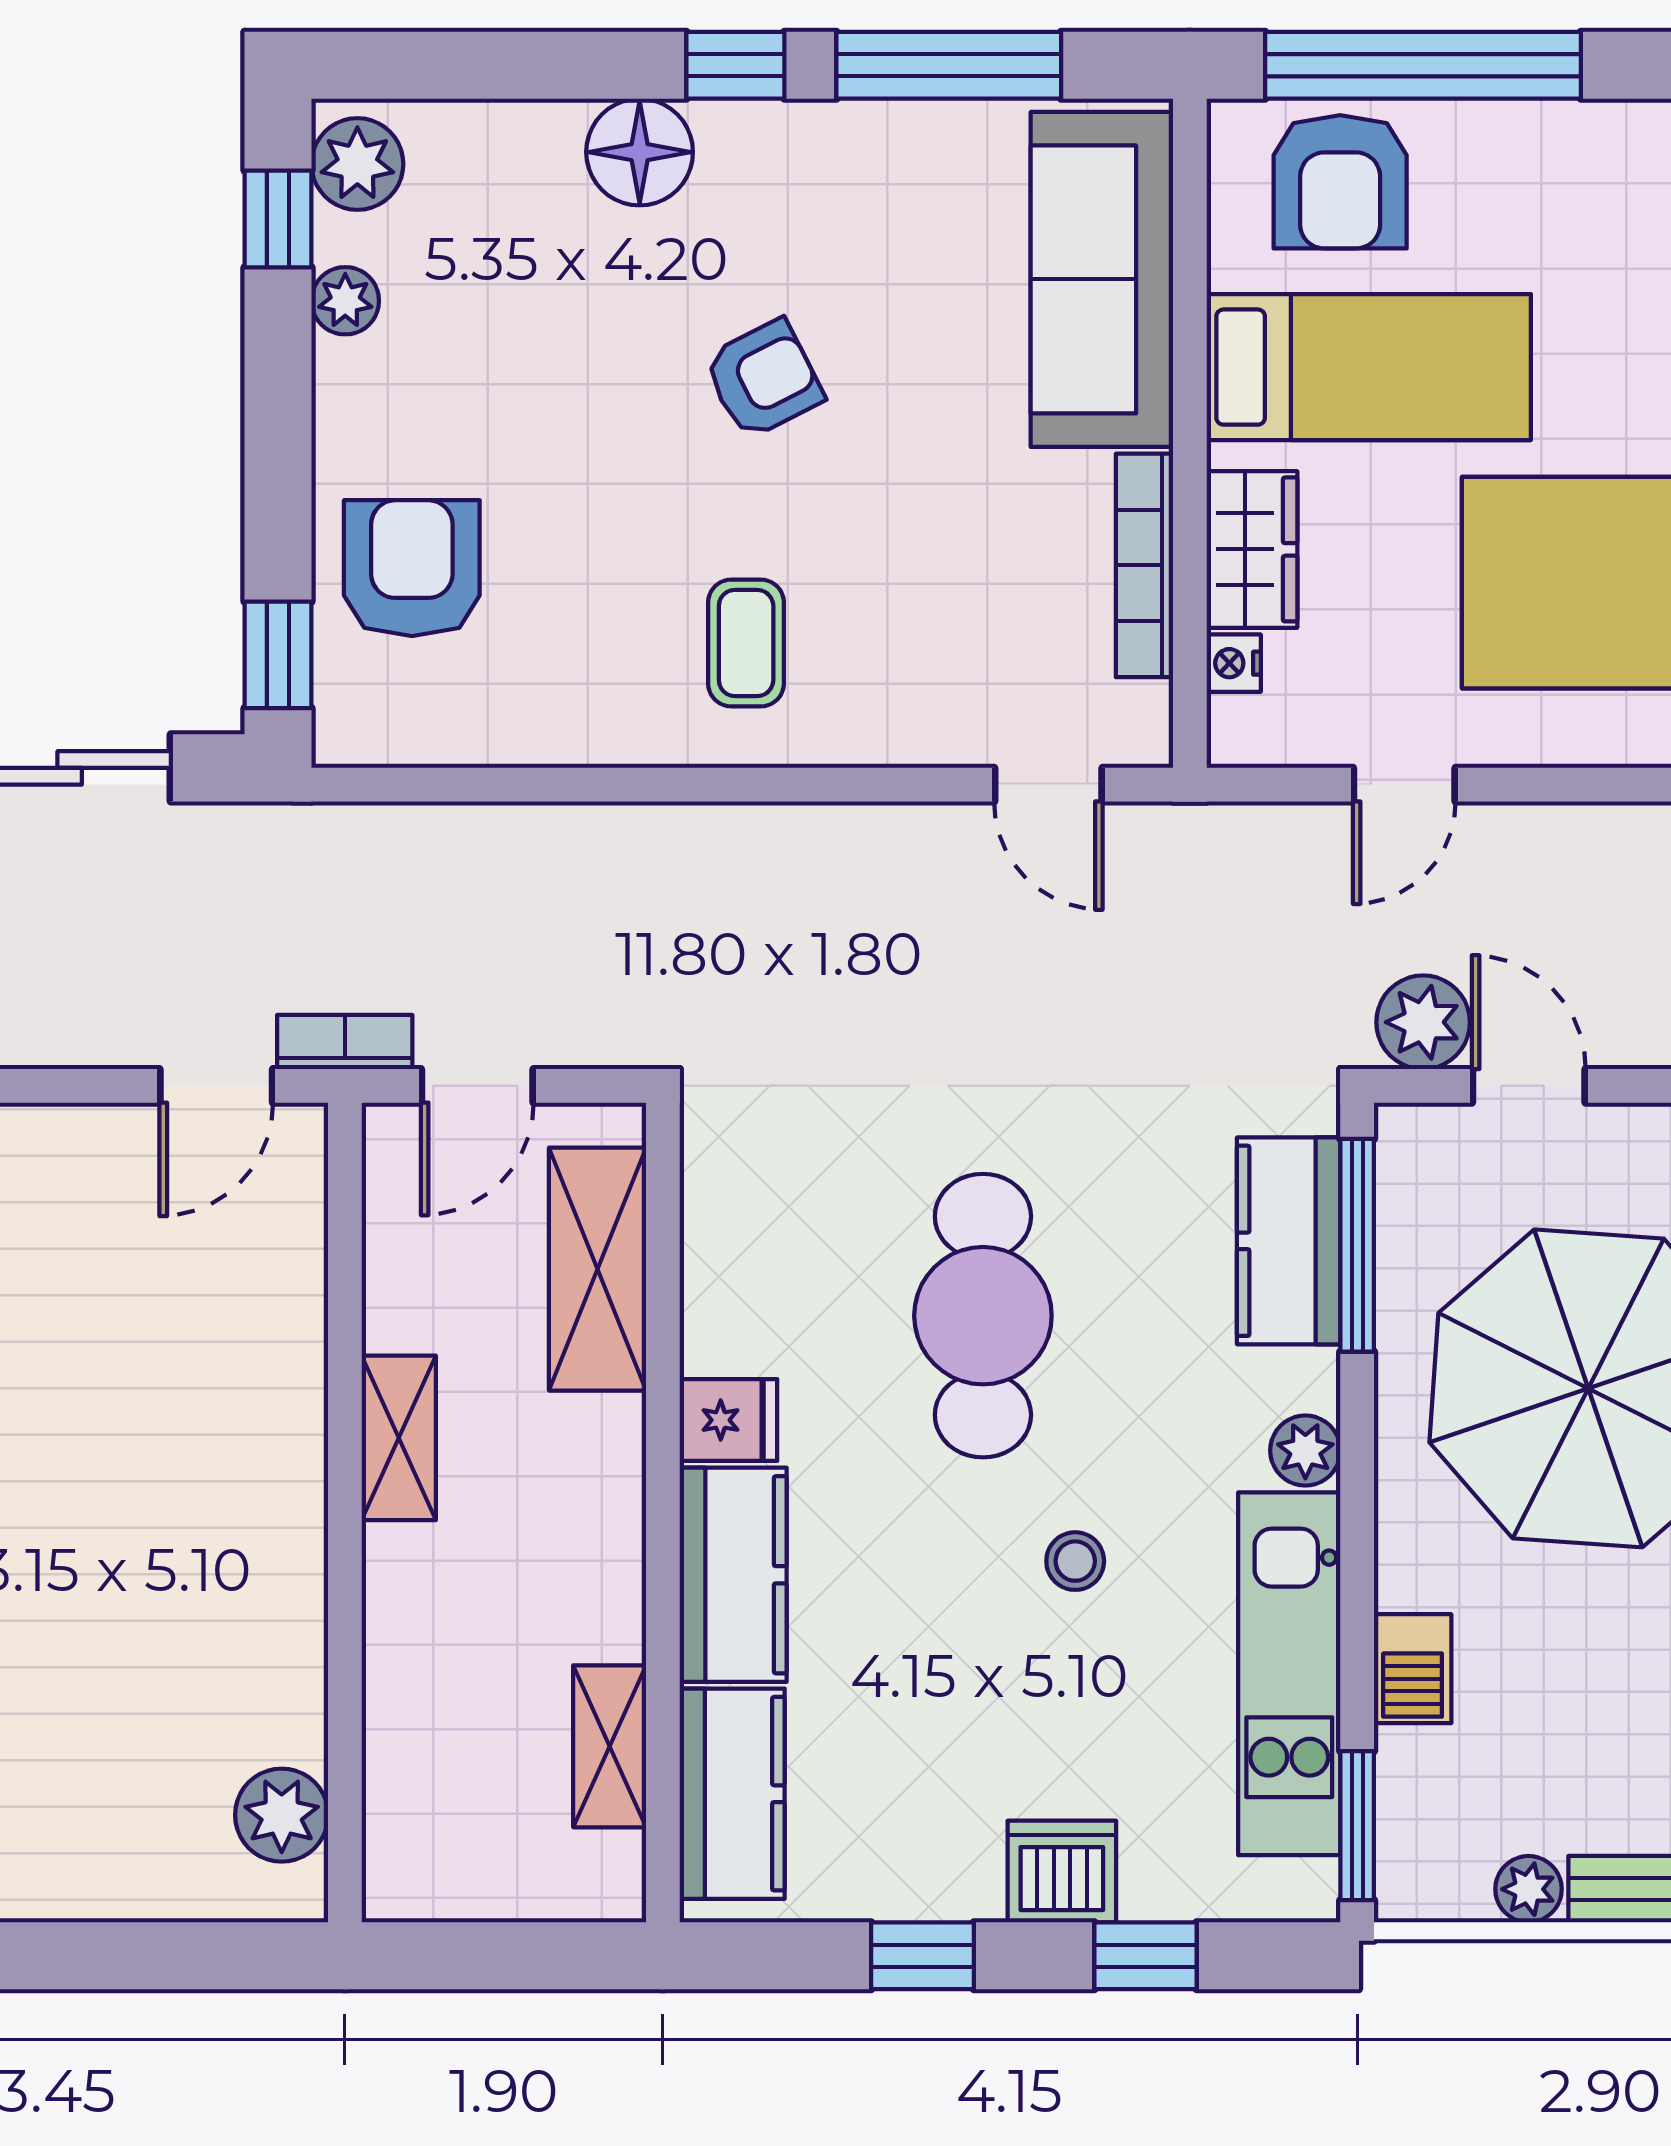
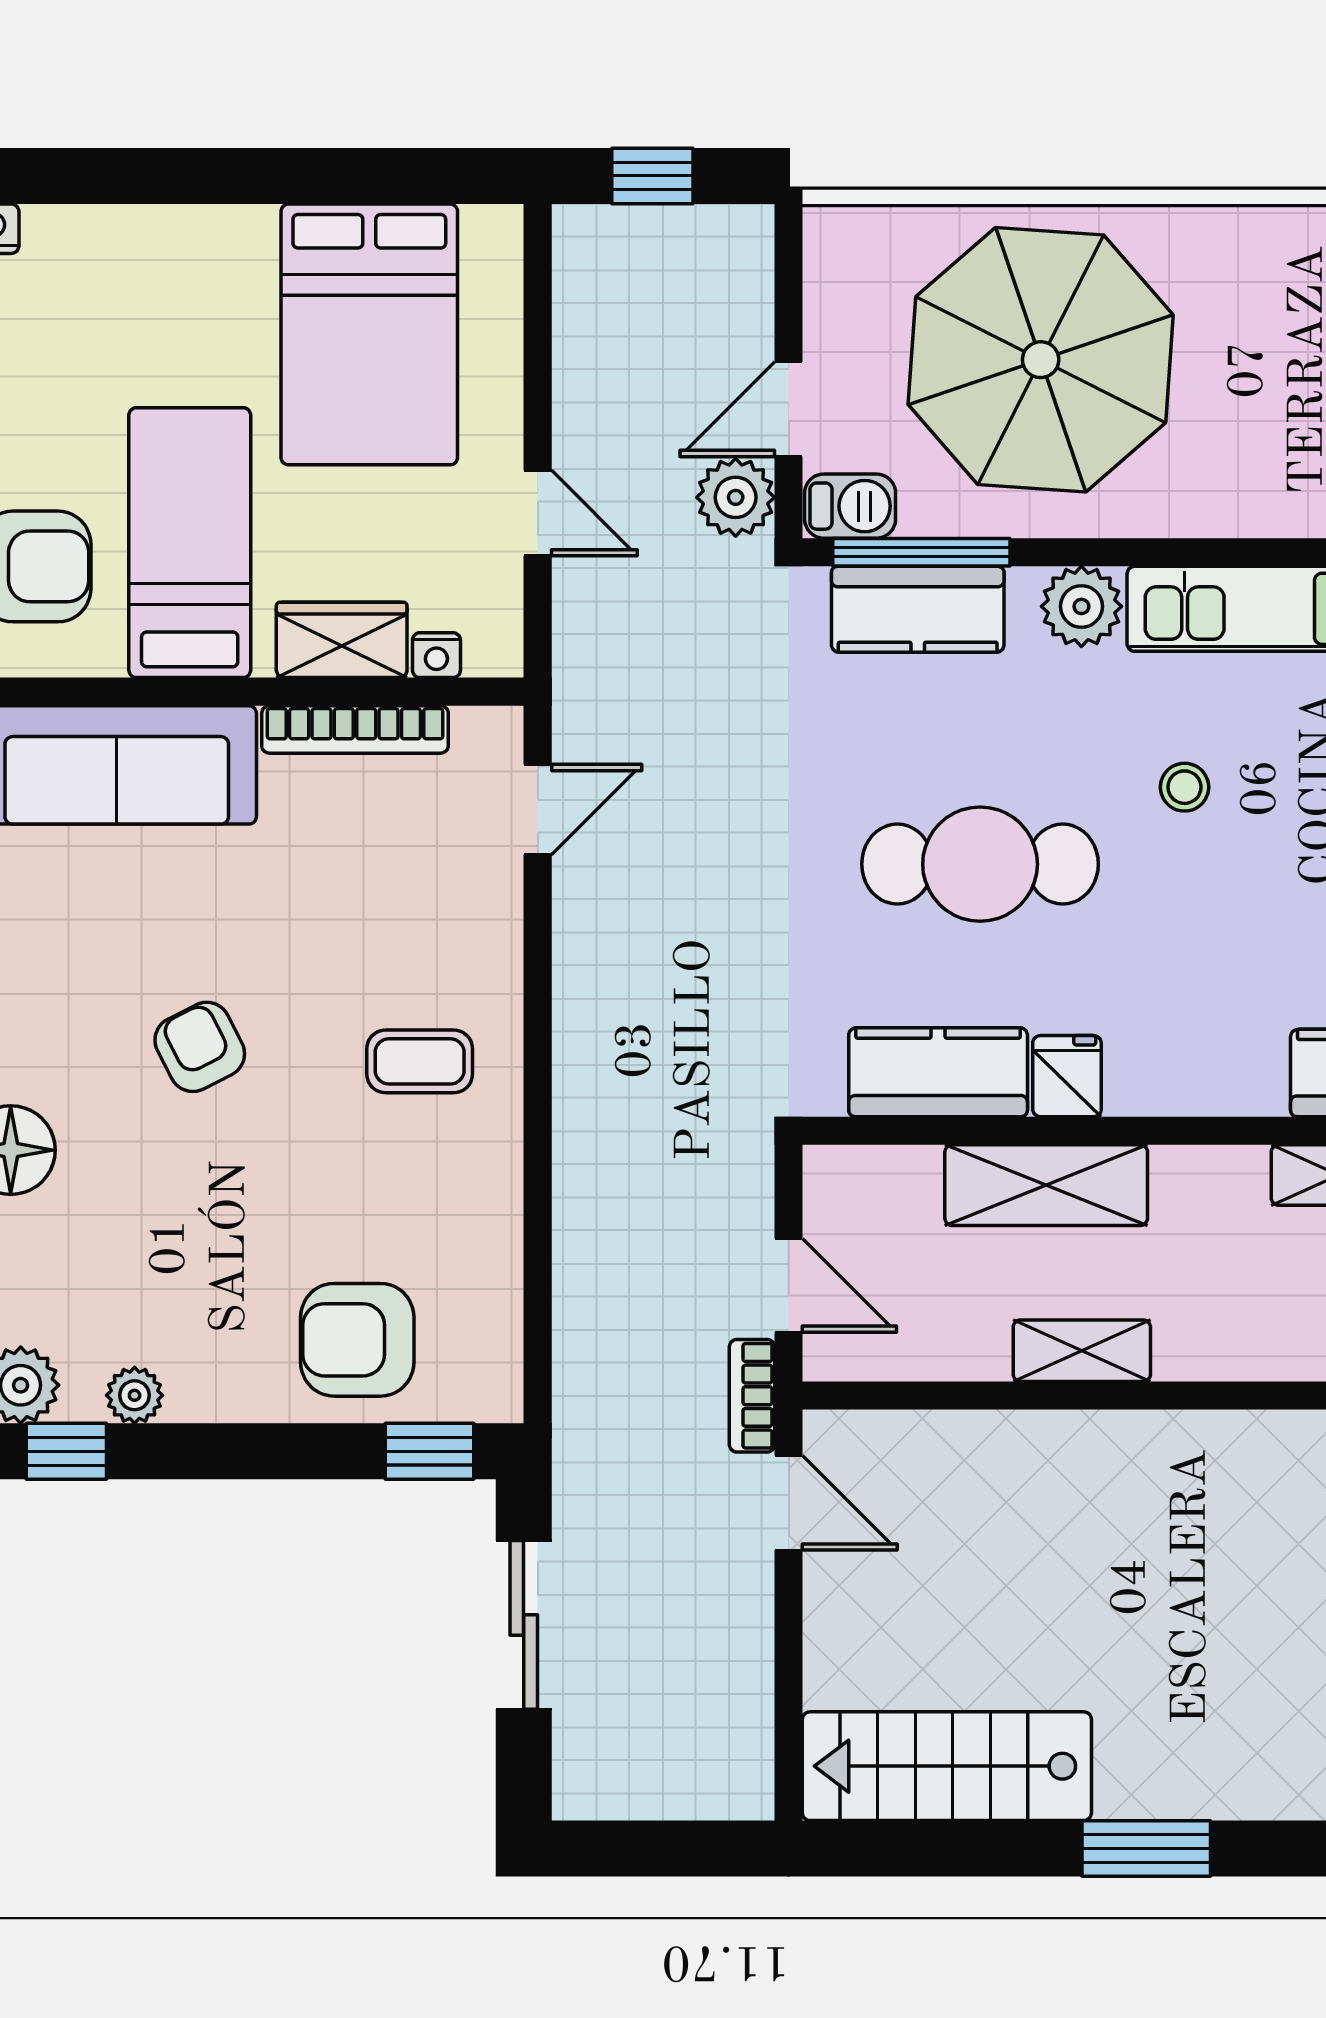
shelving: (597, 1269) -> (1046, 1185), moved
plant: (1305, 1451) -> (1081, 606), width x1.38, depth x1.38
kitchen counter: (733, 1575) -> (938, 1072), moved
barbecue: (1413, 1669) -> (850, 506), moved

